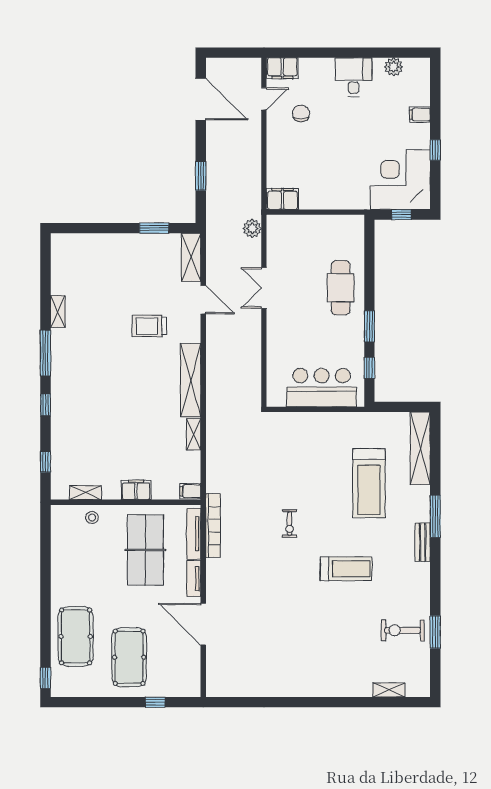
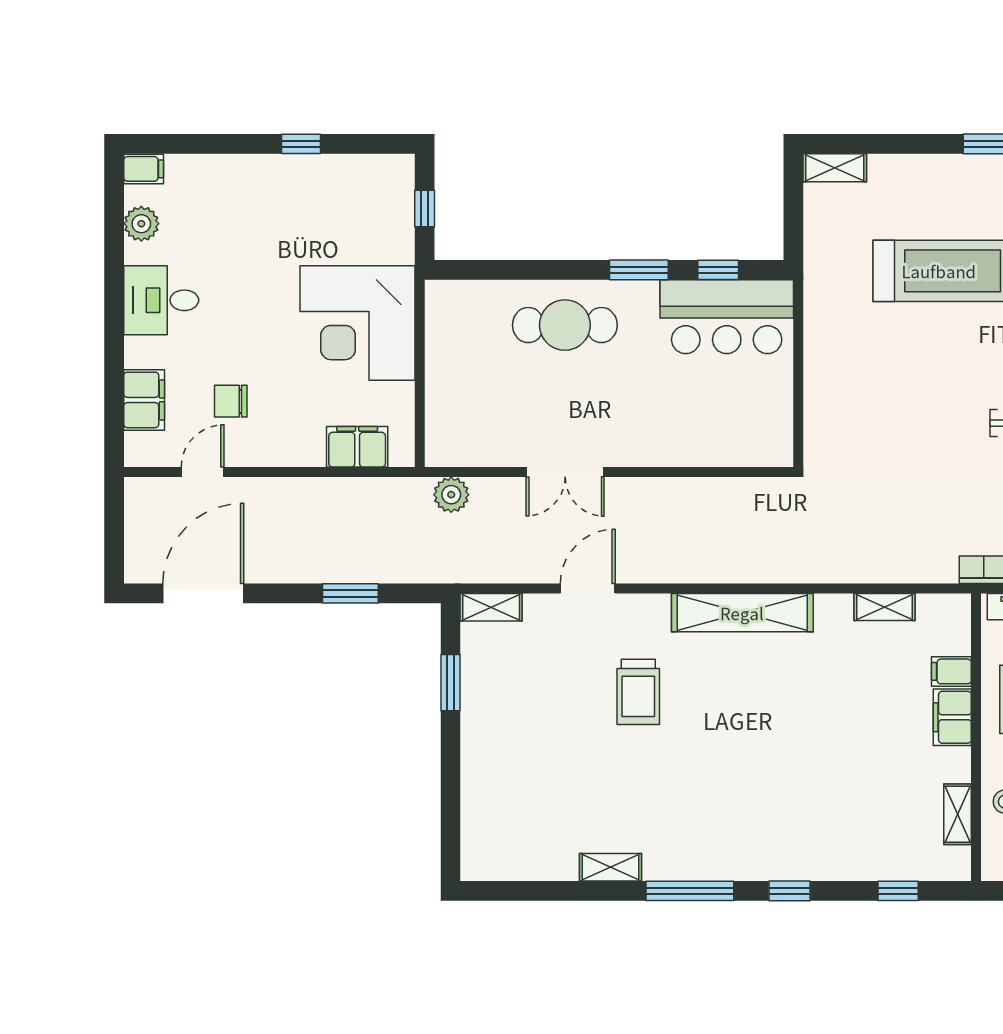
filing cabinet: (282, 68) -> (144, 400), moved
door: (264, 99) -> (203, 472), hinge flipped
filing cabinet: (420, 115) -> (144, 169), moved, turned -90
corner desk: (400, 180) -> (358, 323), moved
filing cabinet: (282, 199) -> (357, 447), moved, turned 90
shelving: (191, 257) -> (491, 607), width x0.67, depth x0.75
bar counter: (322, 388) -> (727, 317), moved, turned -90
shelving: (194, 434) -> (884, 607), moved
shelving: (420, 448) -> (835, 168), width x0.45, depth x0.75
filing cabinet: (190, 491) -> (951, 671), moved, turned 90

